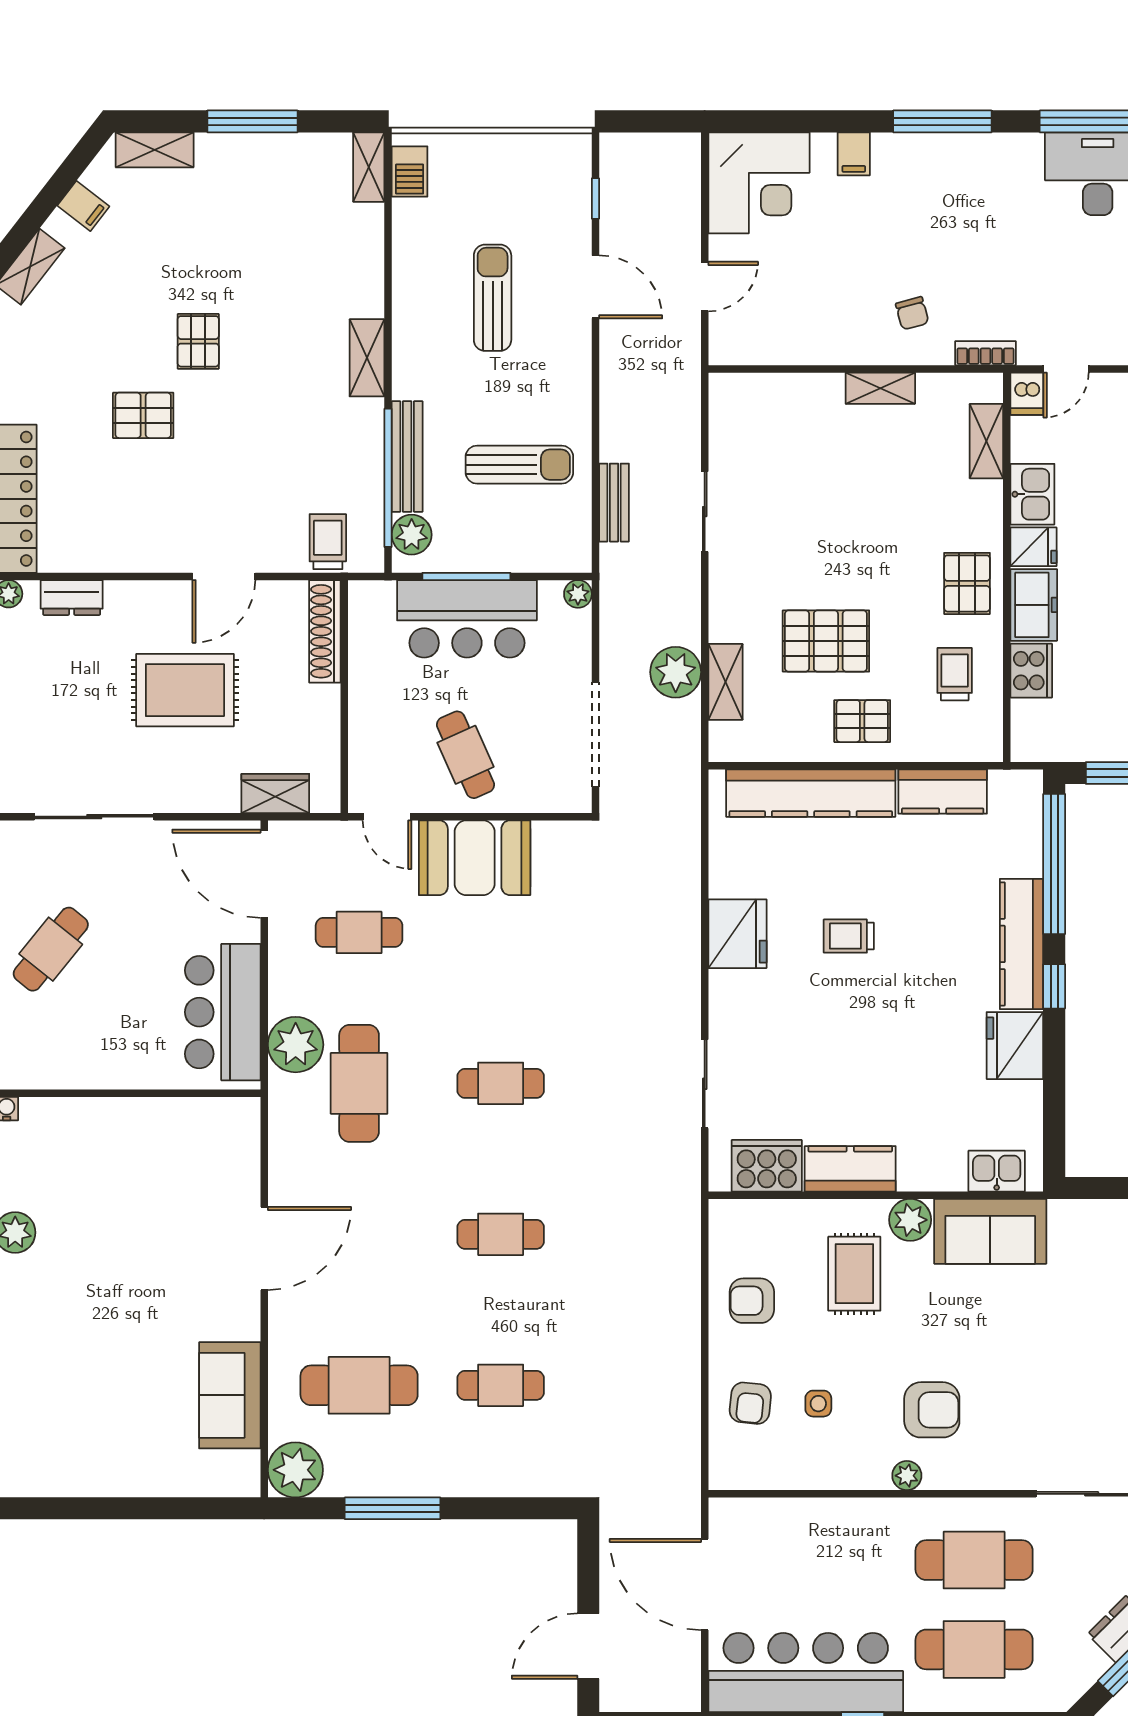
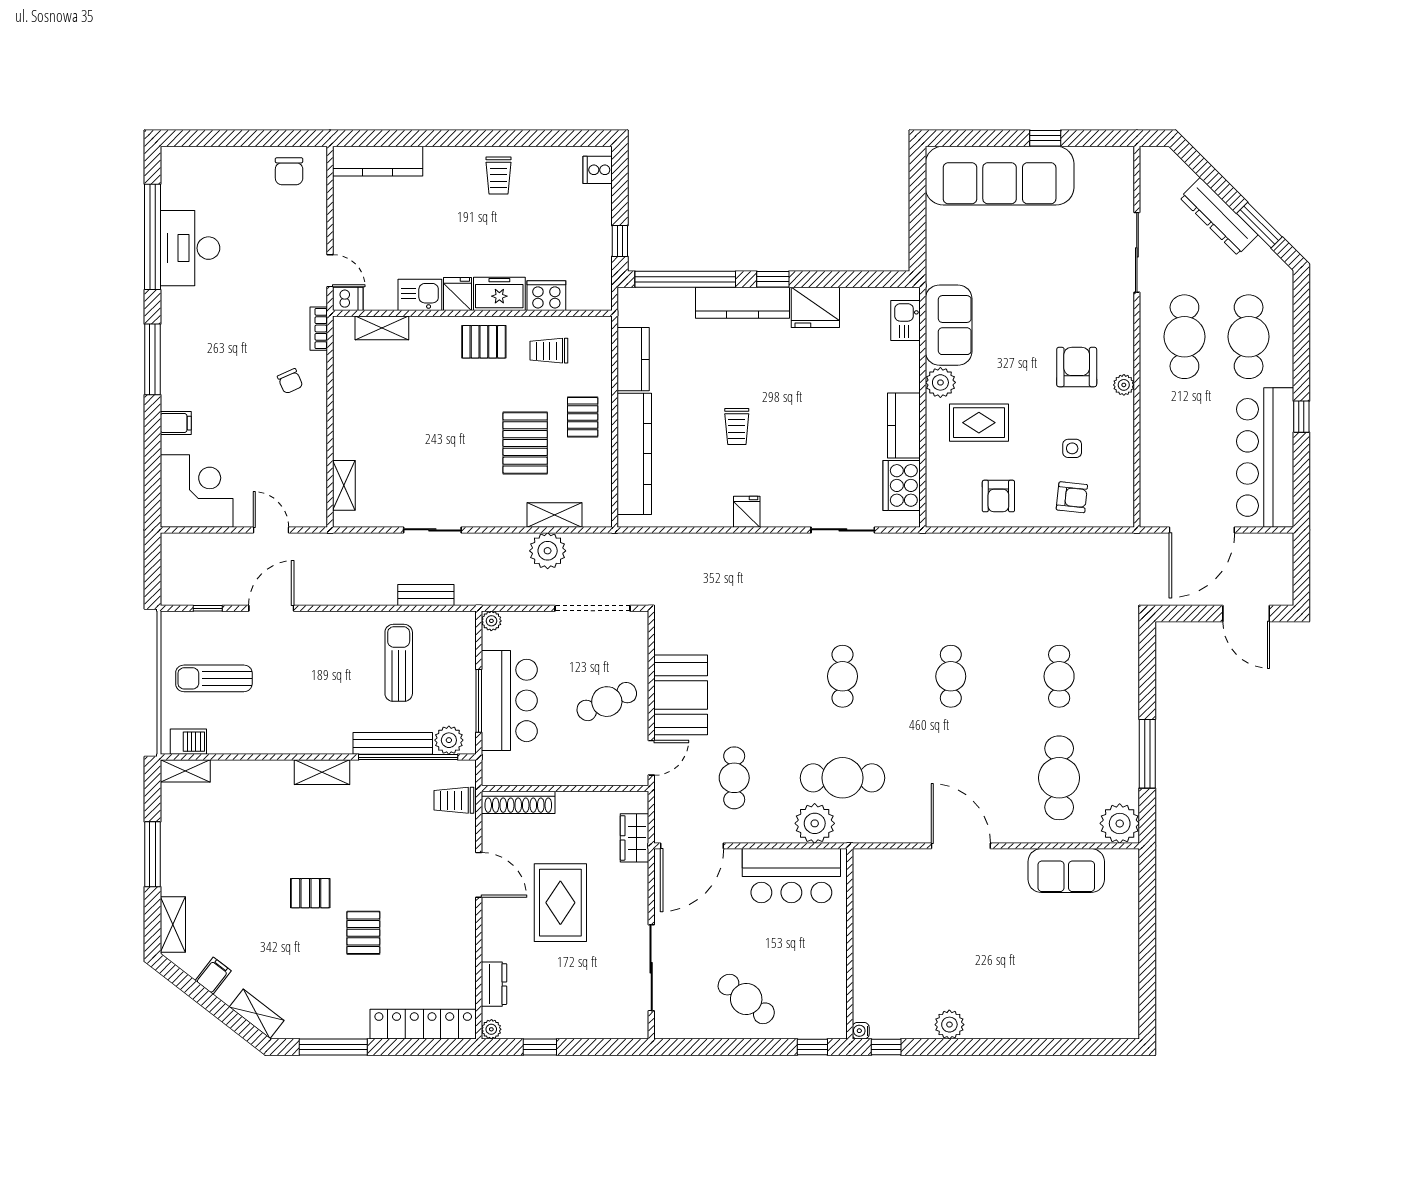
sun lounger: (493, 298) -> (214, 678), moved
chair: (912, 313) -> (290, 381), turned 81
shelving: (880, 388) -> (344, 485), moved
fridge: (737, 934) -> (747, 512), width x0.53, depth x0.75

